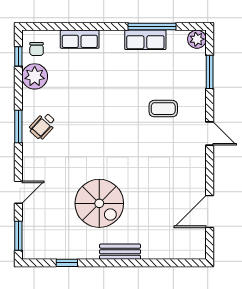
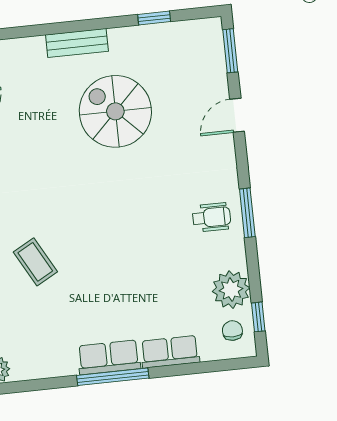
window: (152, 27) -> (113, 377), moved
row of seats: (145, 40) -> (109, 357), moved
coffee table: (163, 109) -> (35, 262), turned 61
wheelchair: (43, 126) -> (212, 217), turned 47

